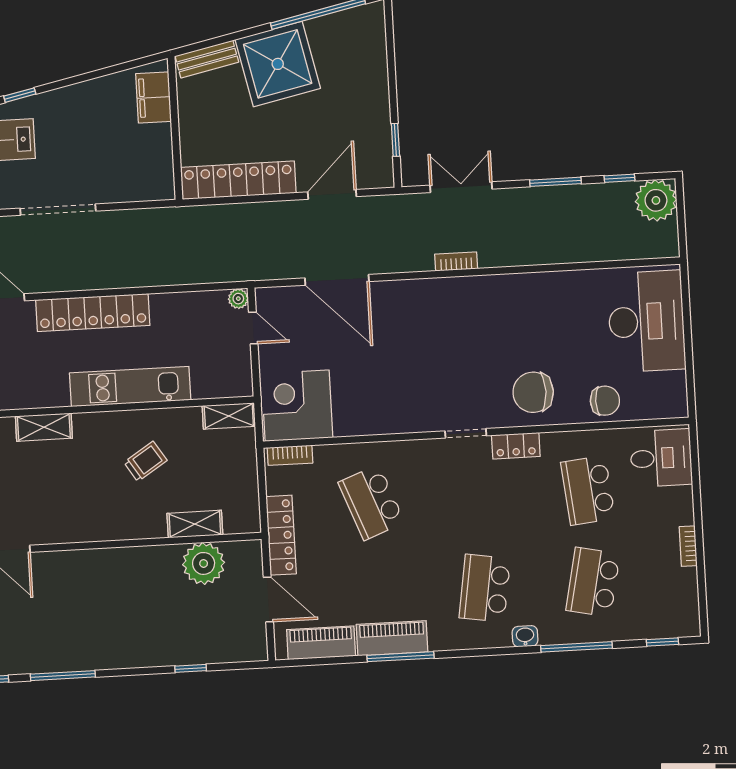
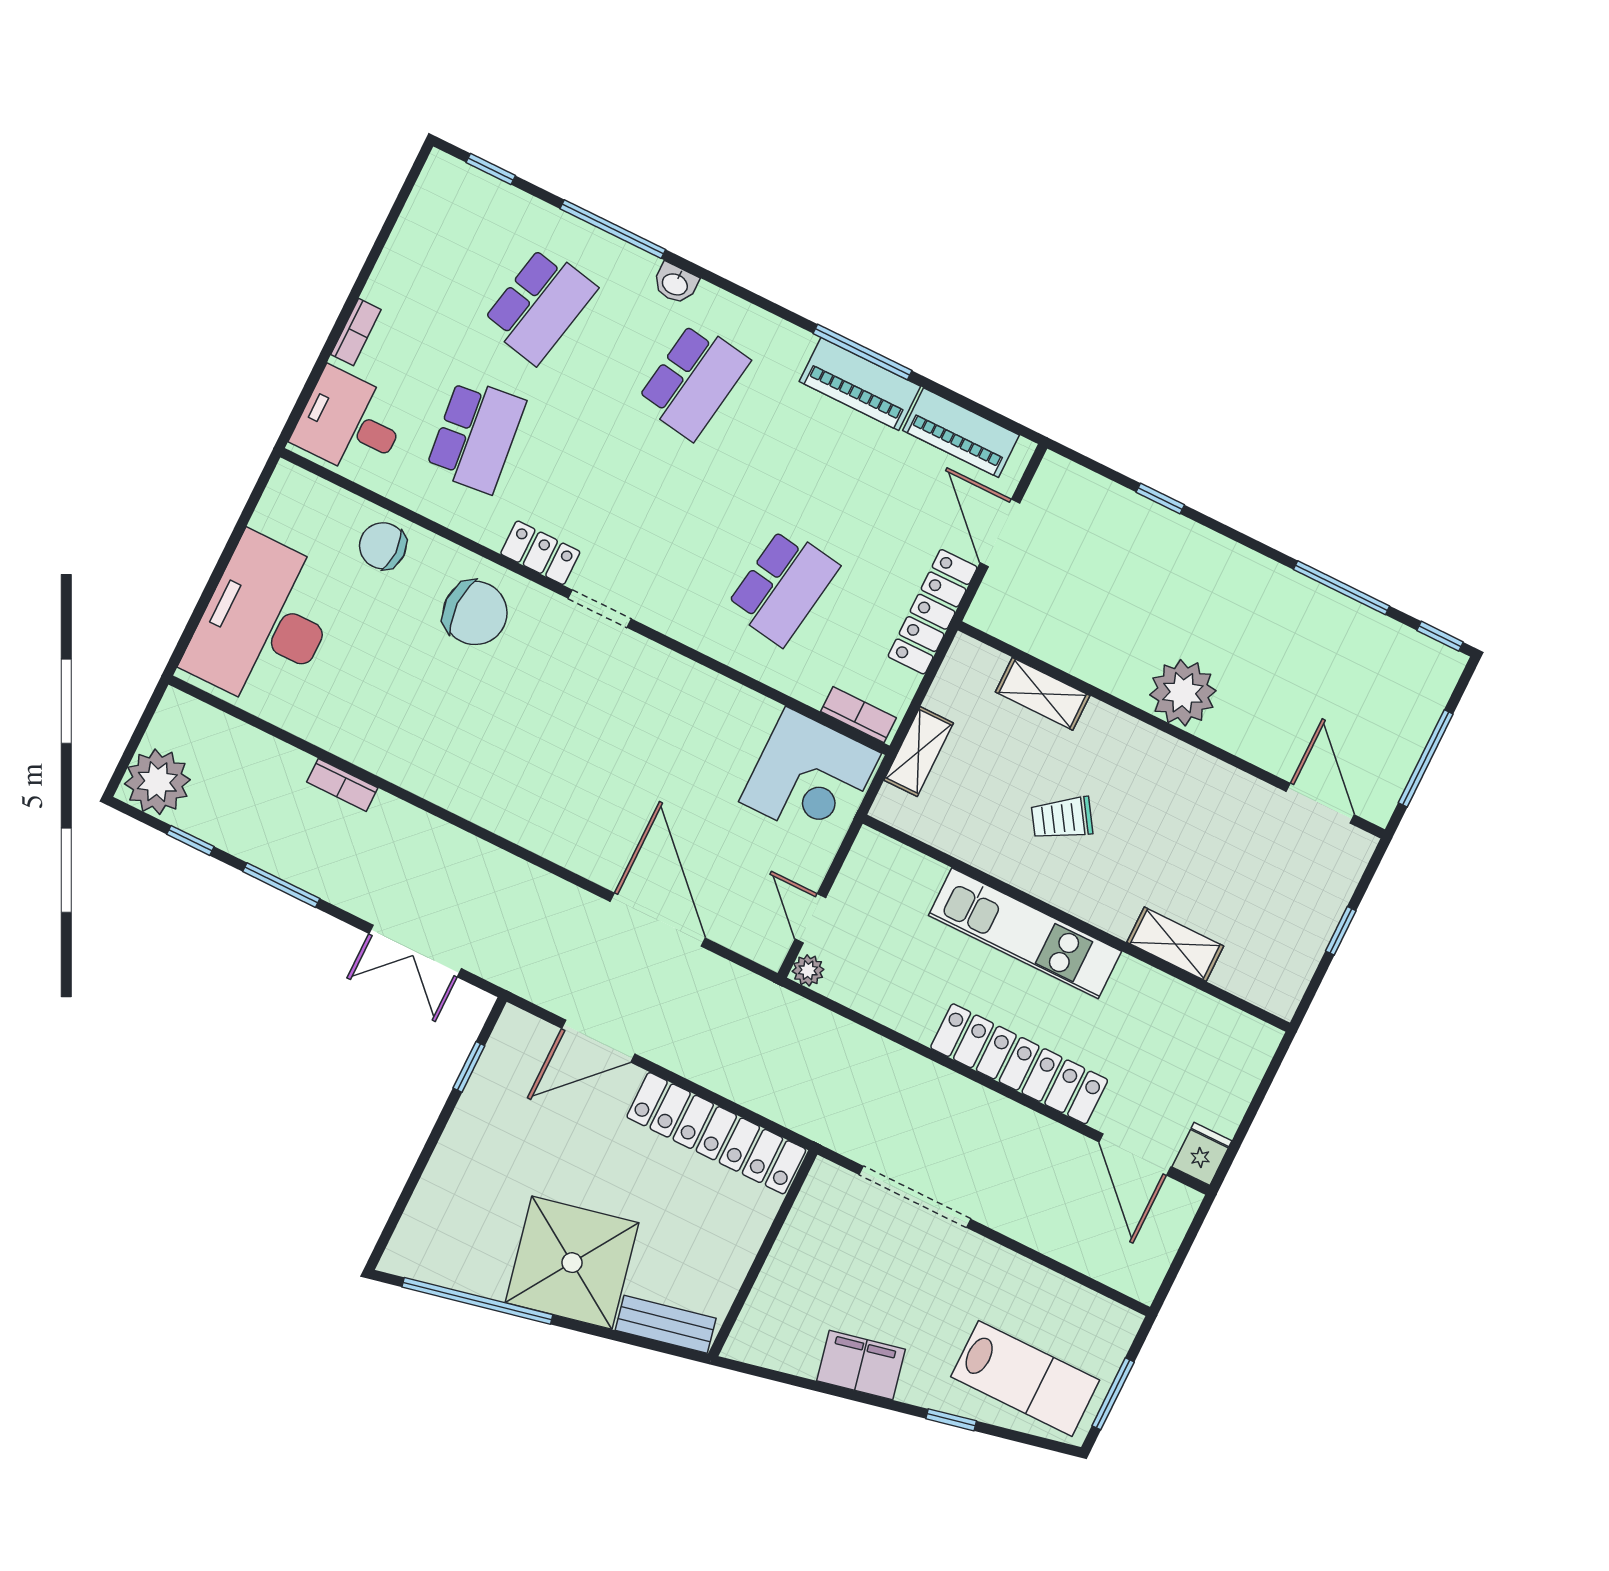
filing cabinet: (154, 97) -> (861, 1365), moved, turned -102
doorway: (58, 210) -> (915, 1197), moved
bookcase: (456, 261) -> (342, 785), moved
shelving: (229, 416) -> (919, 752), moved, turned 90
school desk: (371, 502) -> (783, 587), turned 30
bookcase: (688, 546) -> (356, 332), moved
plant: (204, 563) -> (1183, 693), moved

